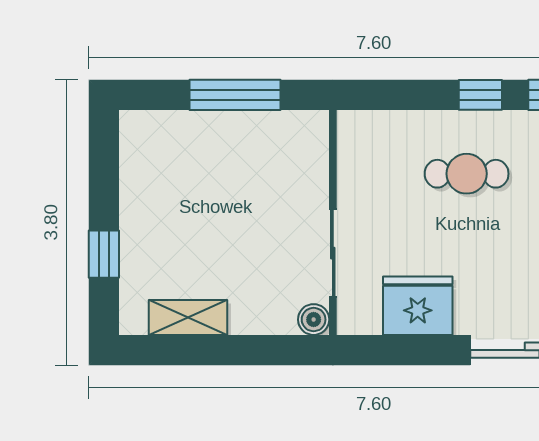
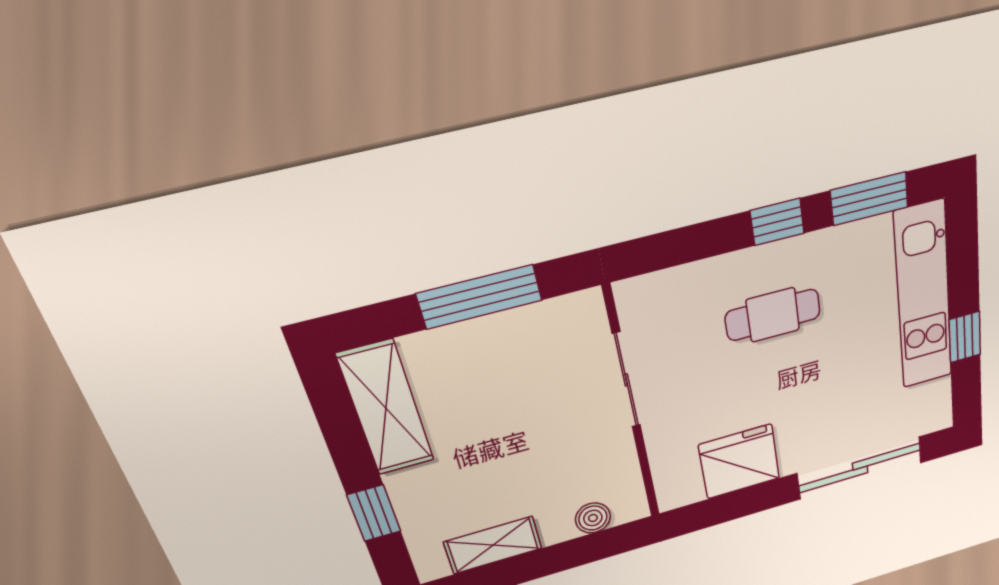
shelving: (141, 165) -> (386, 408), added
sliding door: (333, 253) -> (626, 380), moved
boiler: (314, 320) -> (593, 518), moved

